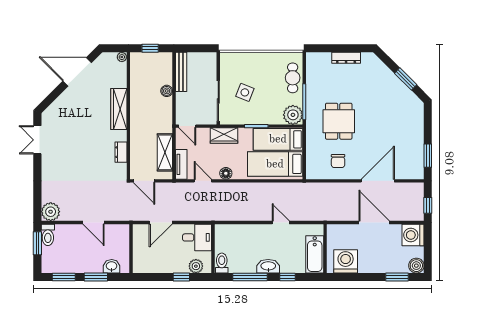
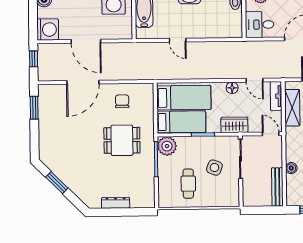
cafe table: (293, 78) -> (188, 184), moved
dining table: (339, 121) -> (122, 140), turned 90

